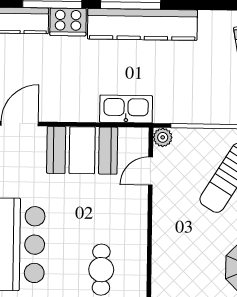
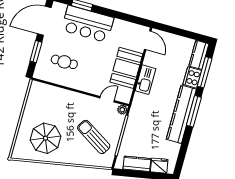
kitchen sink: (126, 109) -> (145, 80), moved
door: (150, 171) -> (107, 99), hinge flipped

